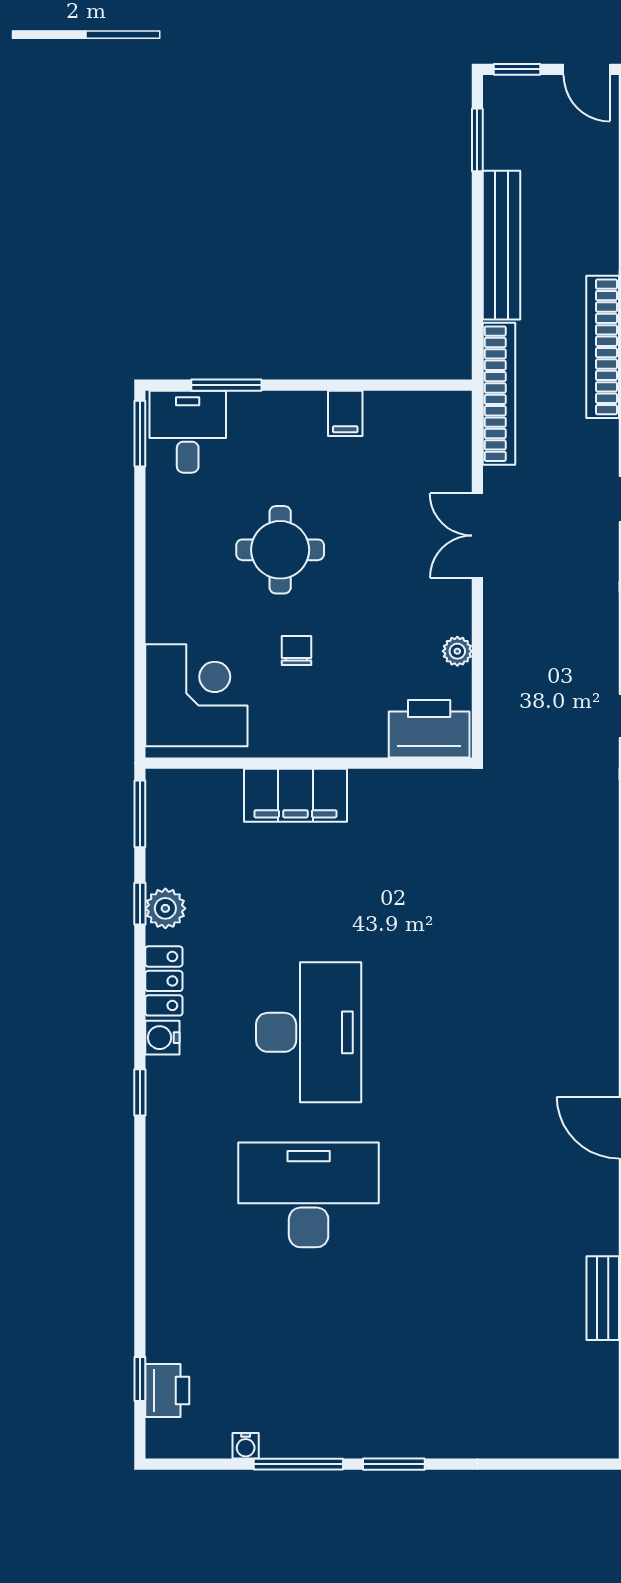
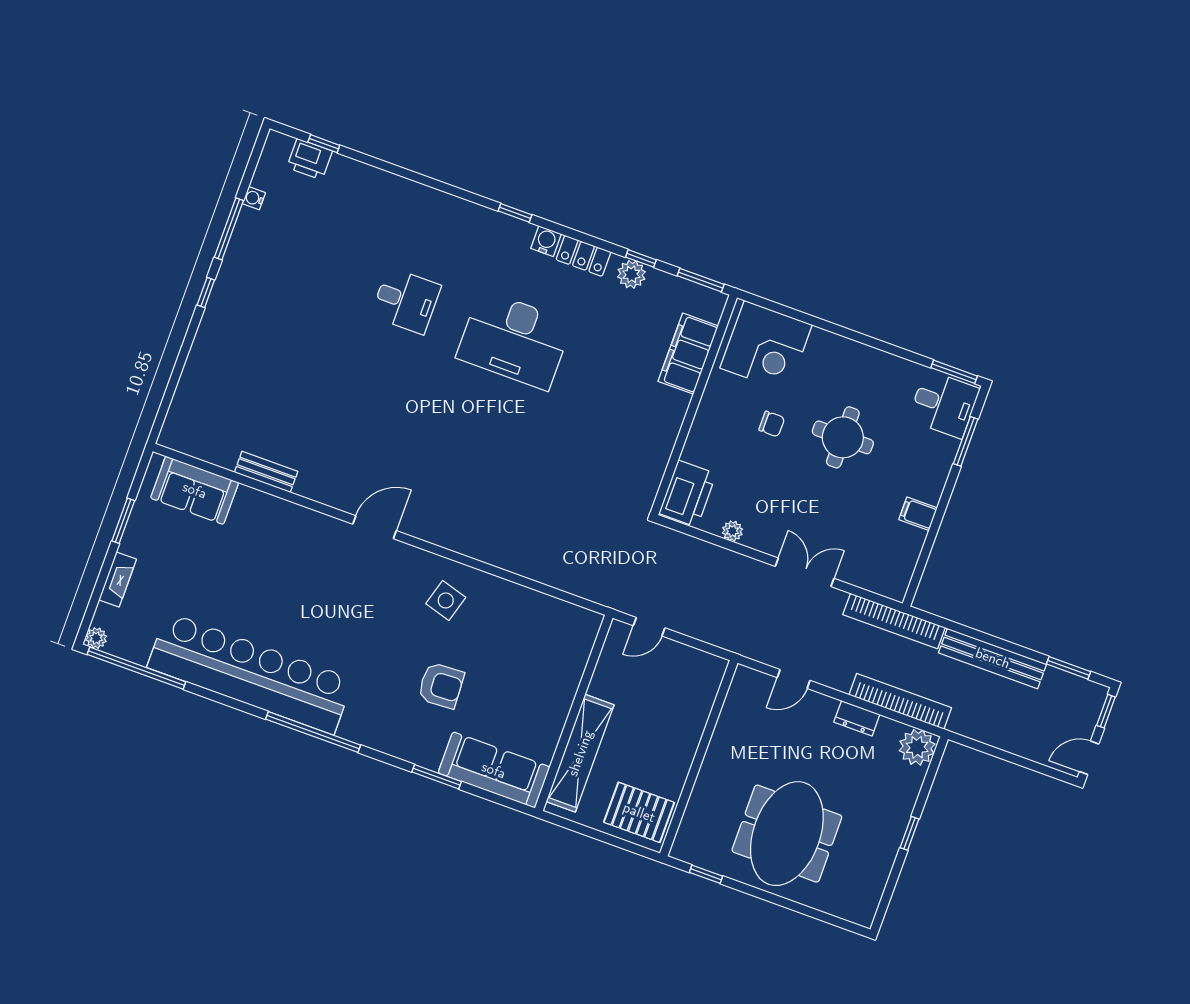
filing cabinet: (295, 795) -> (688, 354), moved
desk: (309, 1195) -> (406, 301), width x0.53, depth x0.77
window: (394, 1464) -> (206, 293), width x0.67

